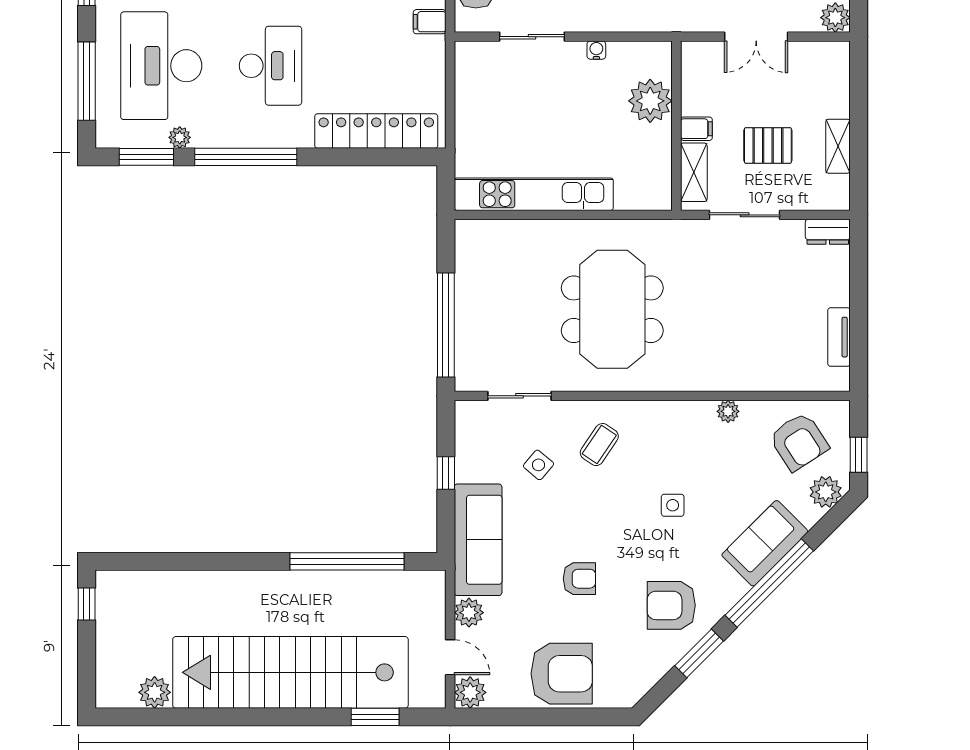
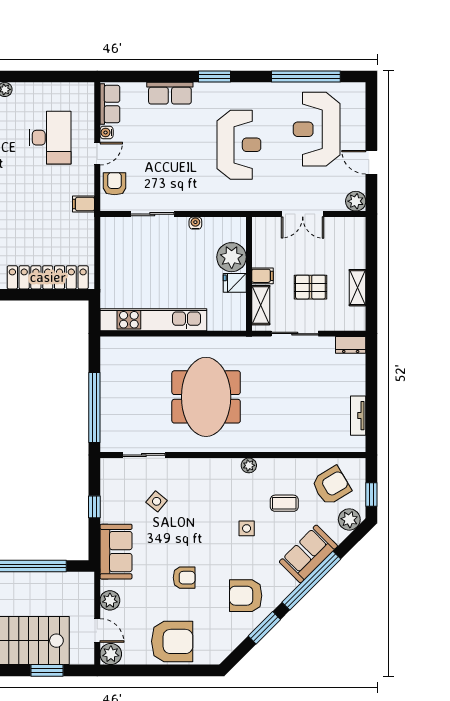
fridge: (655, 139) -> (235, 283), added
plant: (728, 411) -> (249, 465), moved
armchair: (799, 441) -> (331, 486), turned -88
coffee table: (599, 445) -> (284, 503), moved, turned 56
sofa: (478, 540) -> (116, 552), width x0.73

